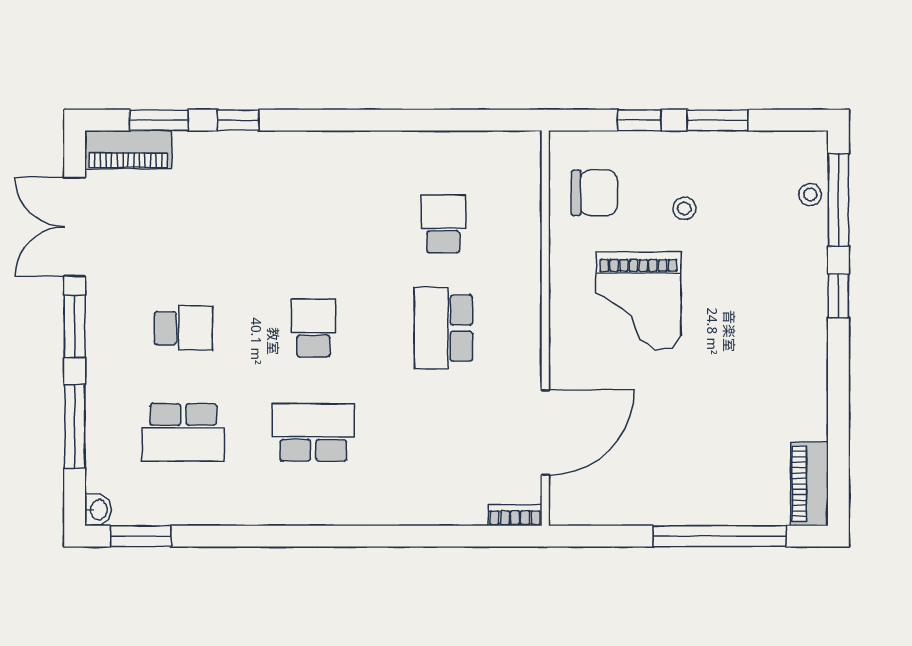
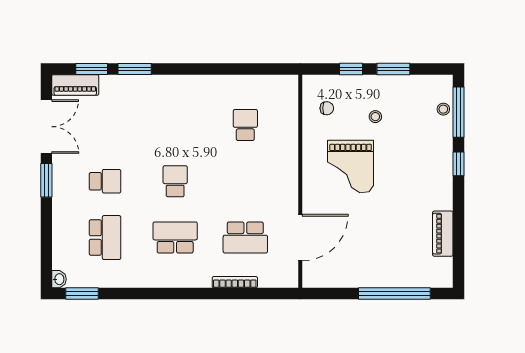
window: (238, 120) -> (135, 69), width x1.50
chair: (594, 193) -> (327, 108), width x0.54, depth x0.54
double door: (75, 227) -> (46, 127), swing flipped
school desk: (443, 328) -> (245, 238), moved, turned -90
window: (75, 426) -> (46, 234), removed
school desk: (183, 432) -> (105, 238), turned -90
piano: (809, 484) -> (443, 234), moved
bookcase: (515, 515) -> (235, 282), moved, width x1.56

